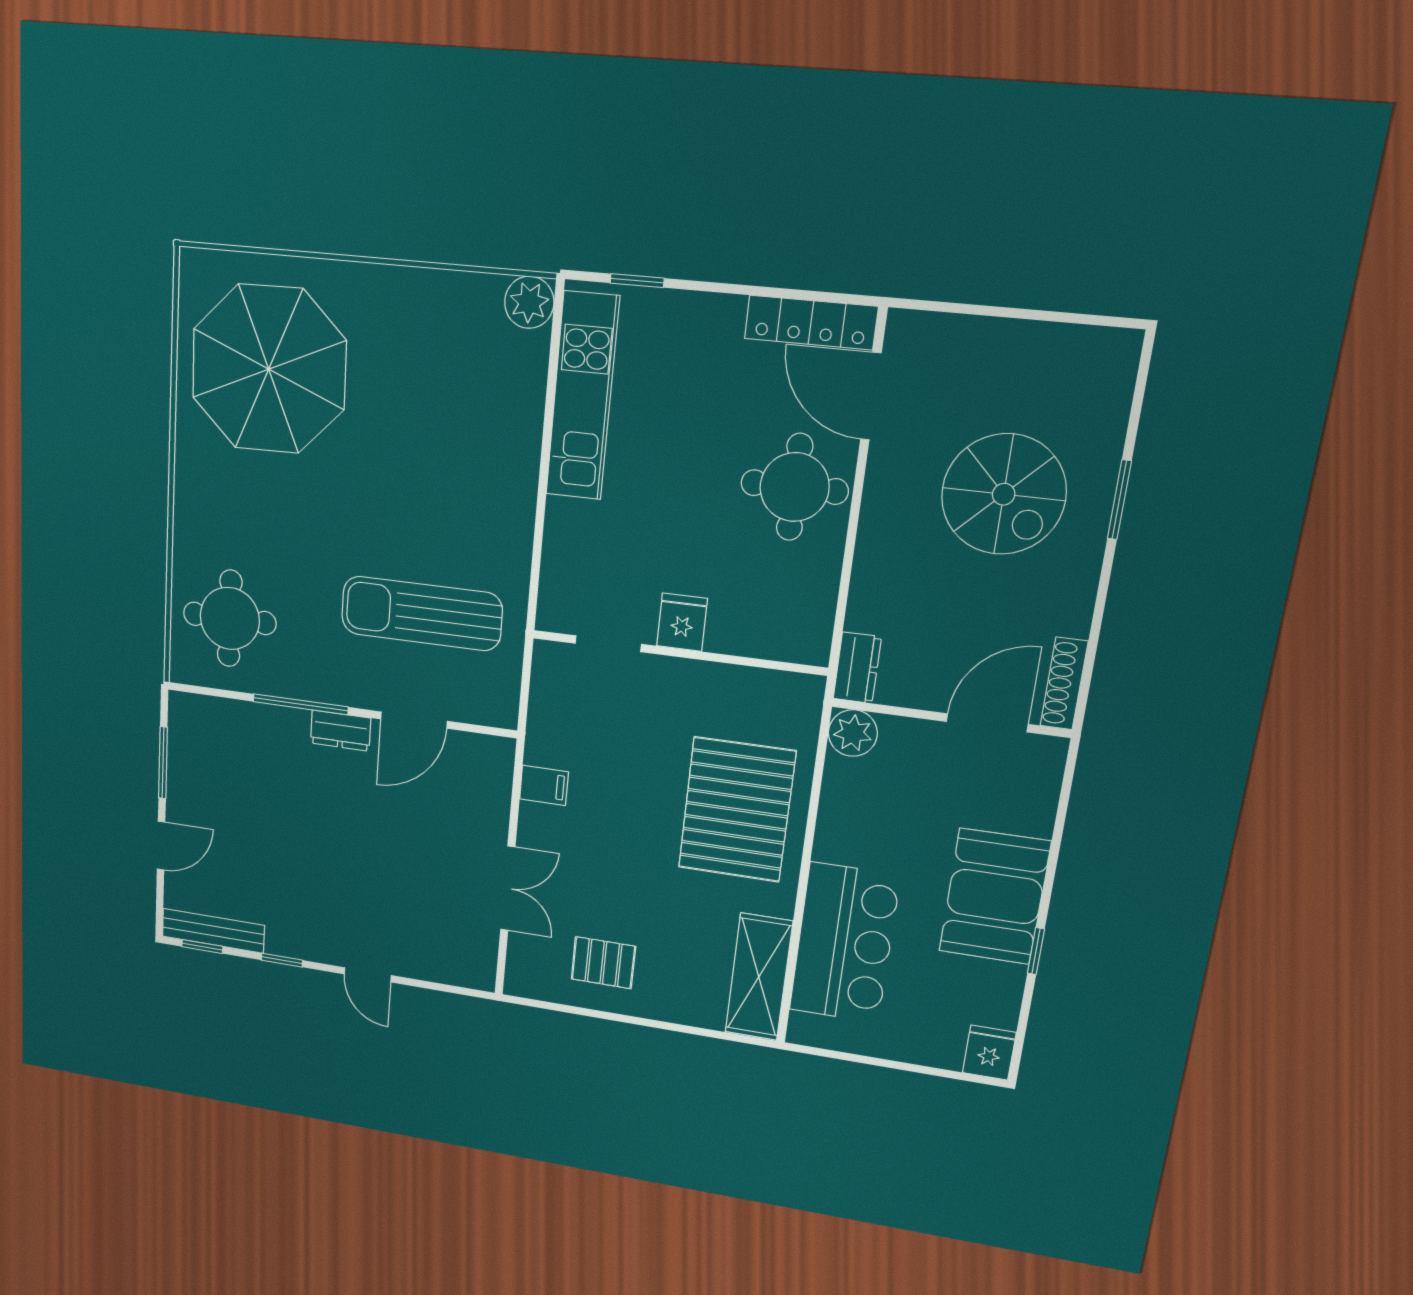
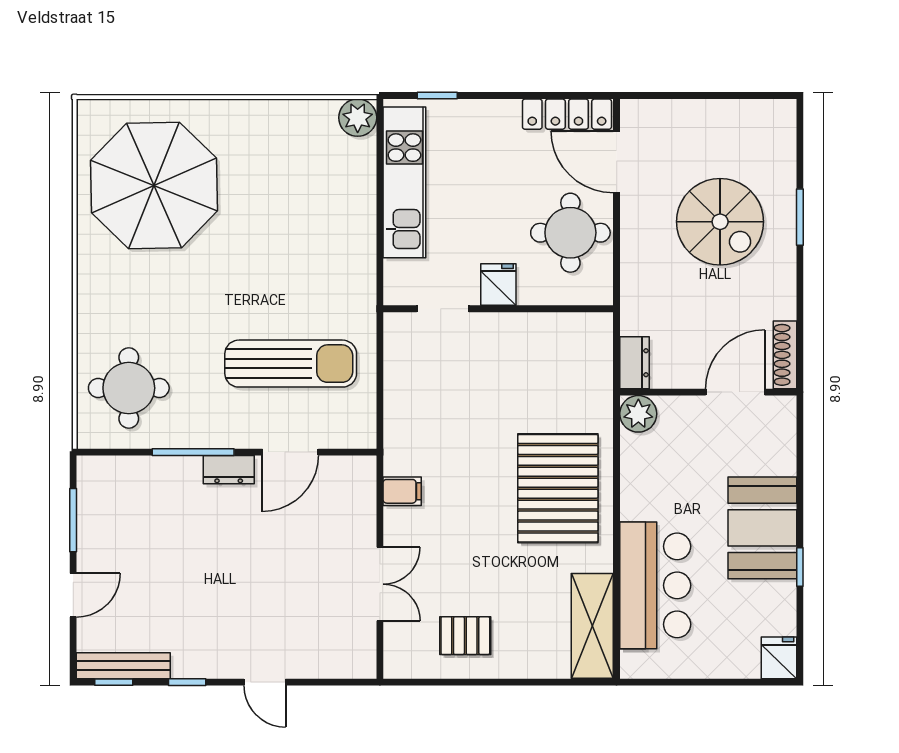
sun lounger: (421, 613) -> (291, 364), turned 180
fridge: (682, 622) -> (498, 285), moved
doorway: (608, 644) -> (443, 309), moved
wall: (678, 653) -> (498, 309), moved

